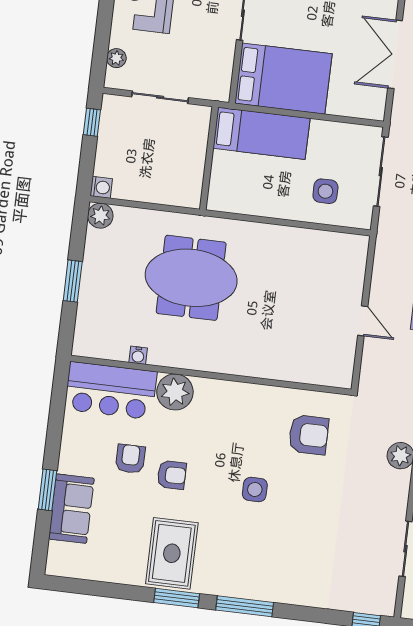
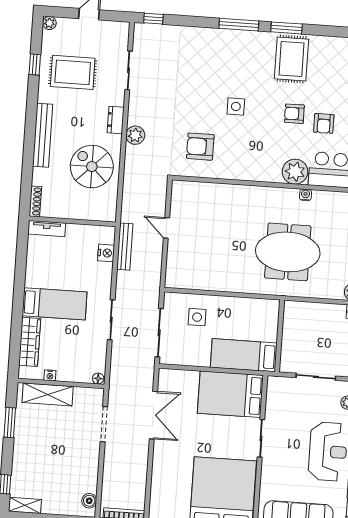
water cooler: (138, 355) -> (305, 195), moved

